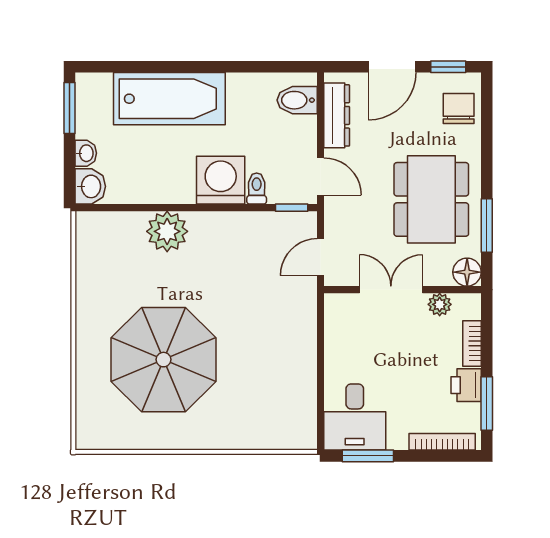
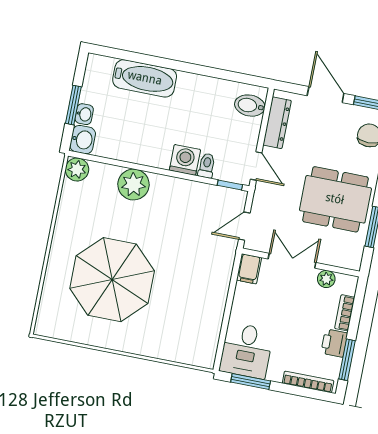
door: (392, 67) -> (326, 95), swing flipped
bathtub: (169, 99) -> (145, 78), width x0.73, depth x0.73
window: (69, 108) -> (73, 105), moved
washing machine: (221, 180) -> (185, 160), width x0.73, depth x0.73
dining table: (431, 199) -> (335, 199), turned 90
plant: (90, 226) -> (77, 169), added
floor lamp: (467, 272) -> (351, 259), removed
filing cabinet: (337, 311) -> (249, 269), added

